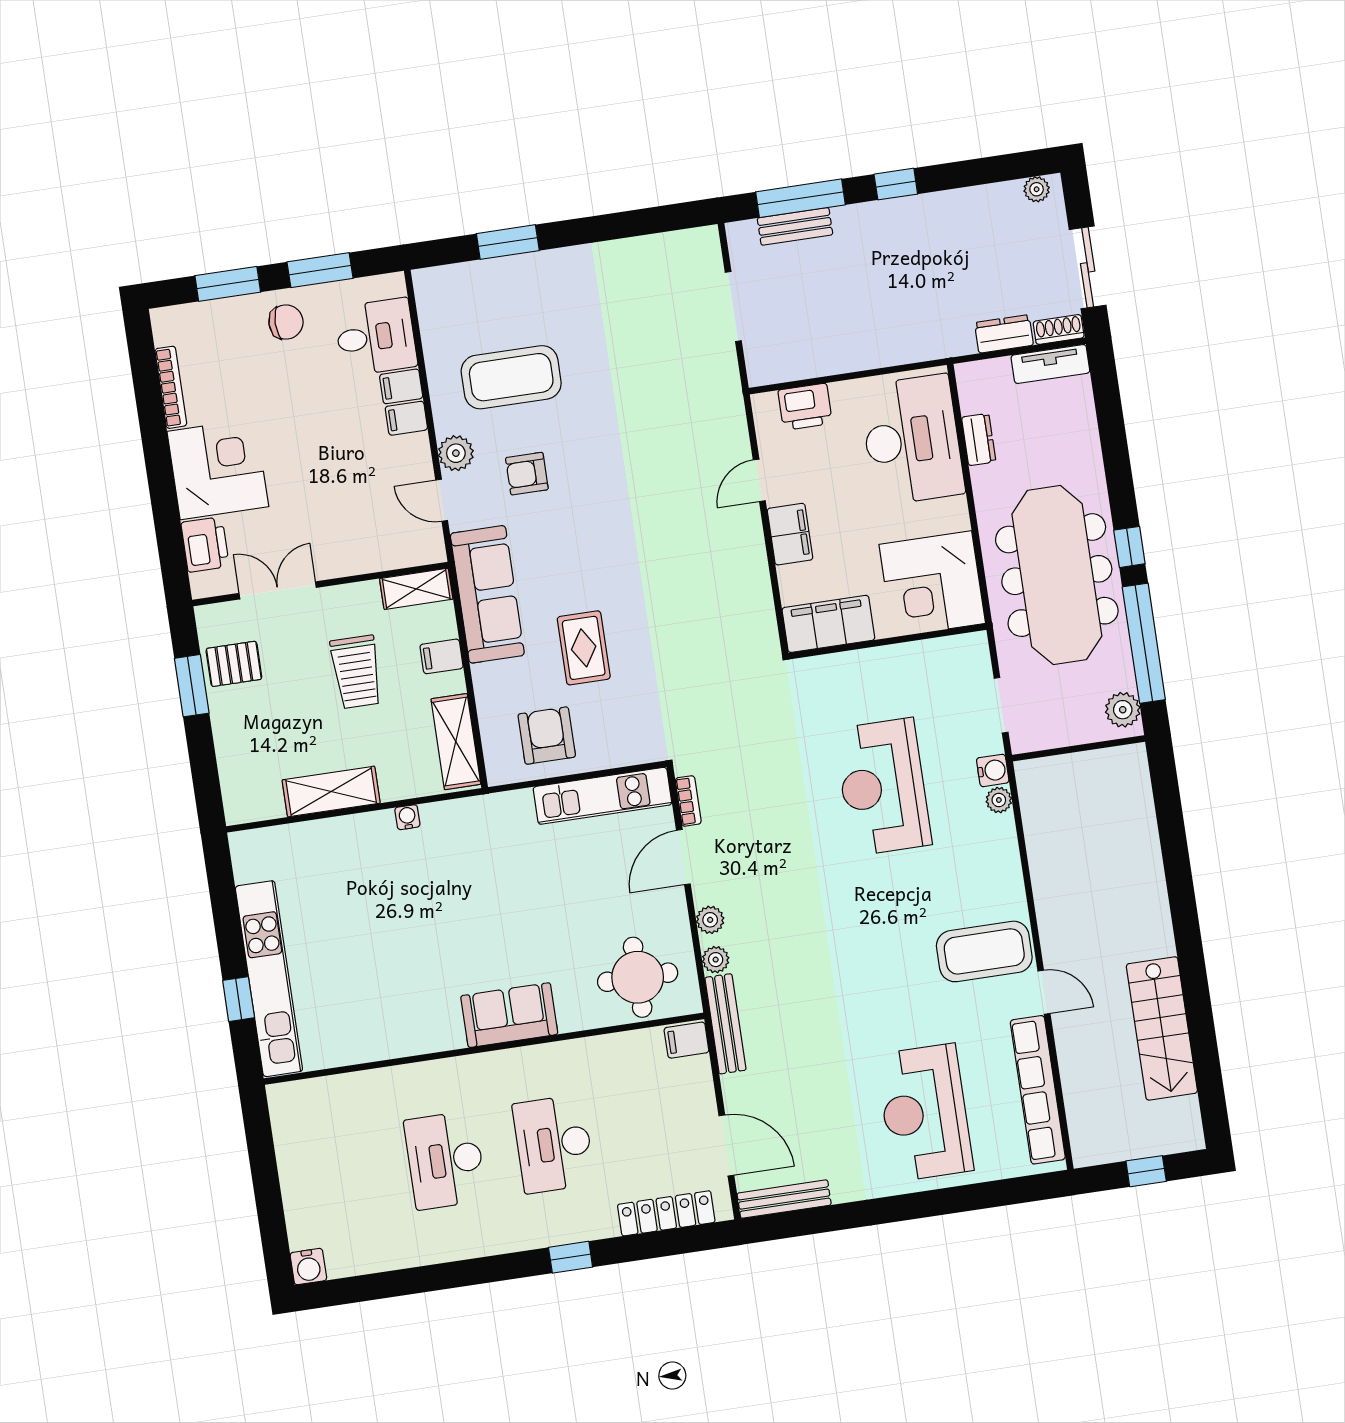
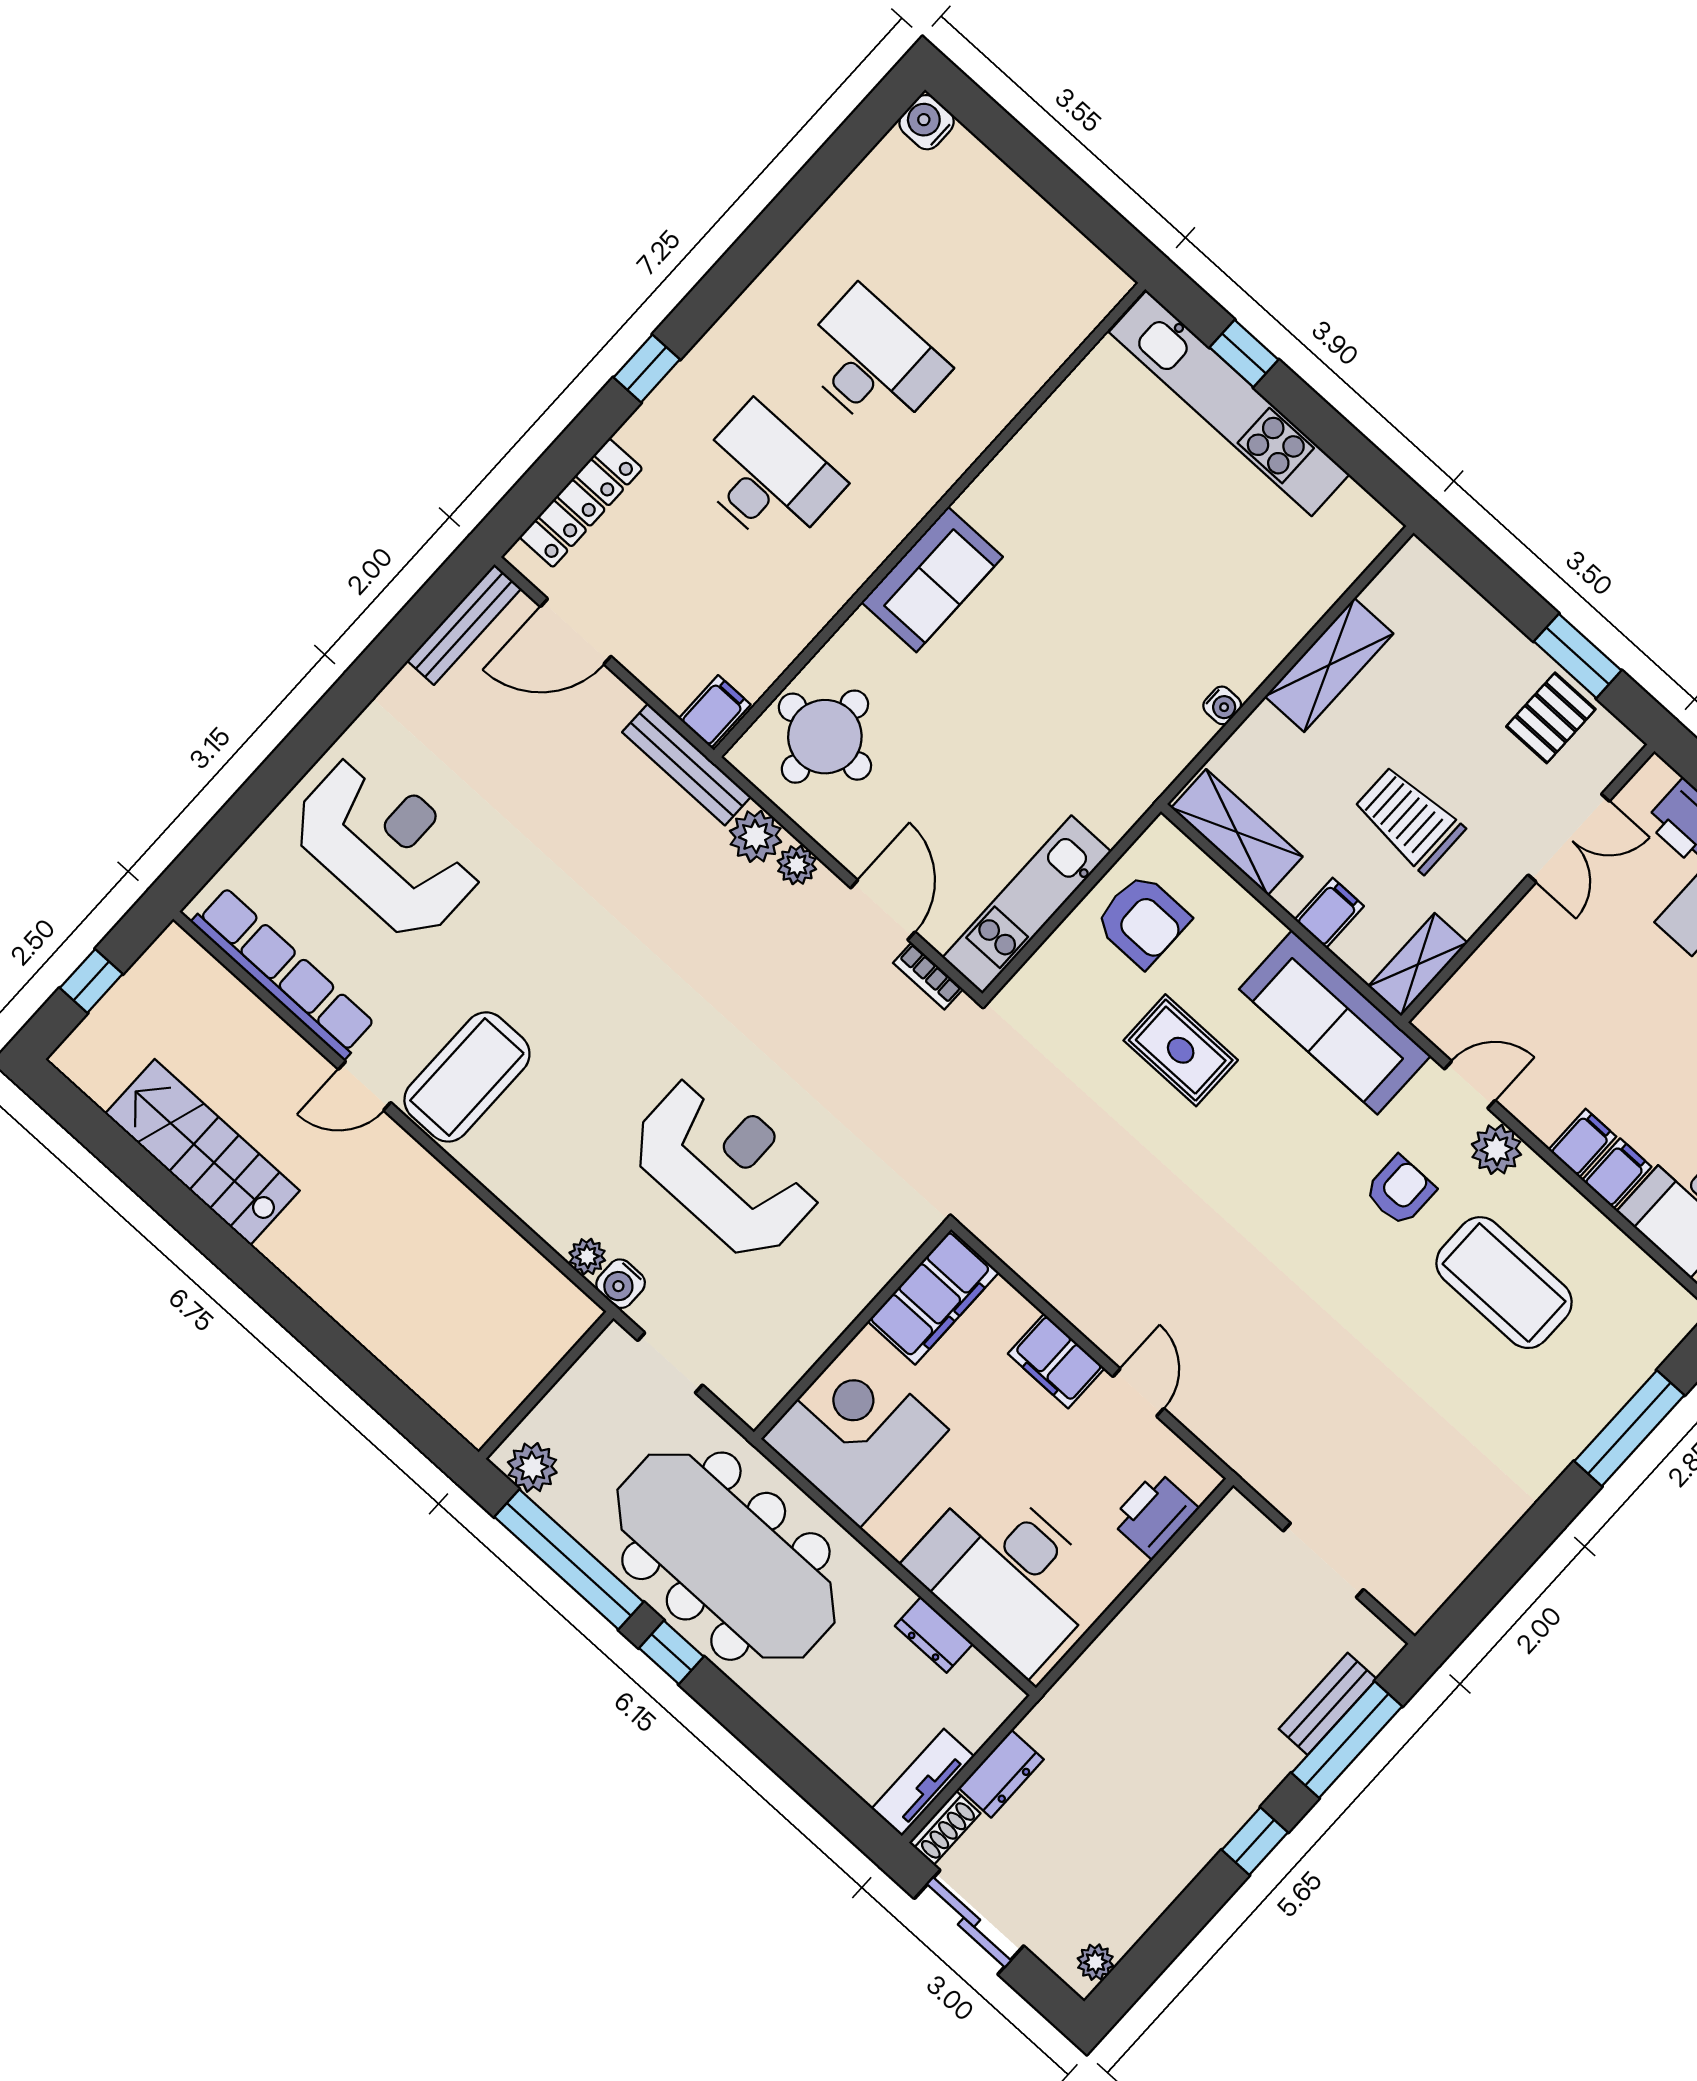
window: (508, 242) -> (1629, 1428), width x1.44
coffee table: (511, 377) -> (1504, 1283), turned 90
plant: (716, 960) -> (756, 836), width x1.38, depth x1.38

